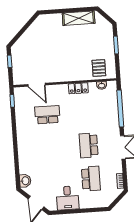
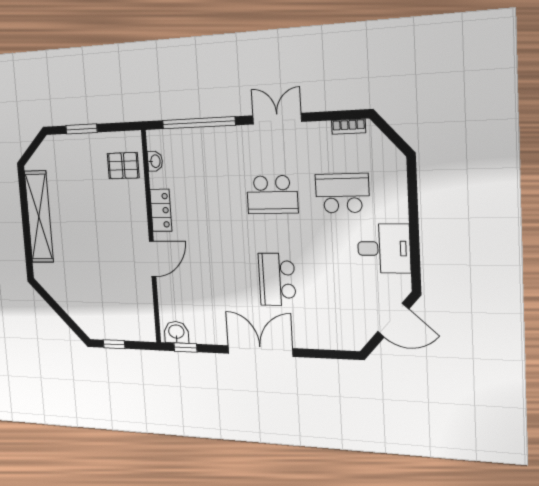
shelving: (79, 18) -> (39, 217), width x1.47
door: (37, 85) -> (153, 259), moved
school desk: (47, 115) -> (277, 279), moved
double door: (15, 140) -> (260, 351), added
washbasin: (25, 181) -> (176, 332), moved

